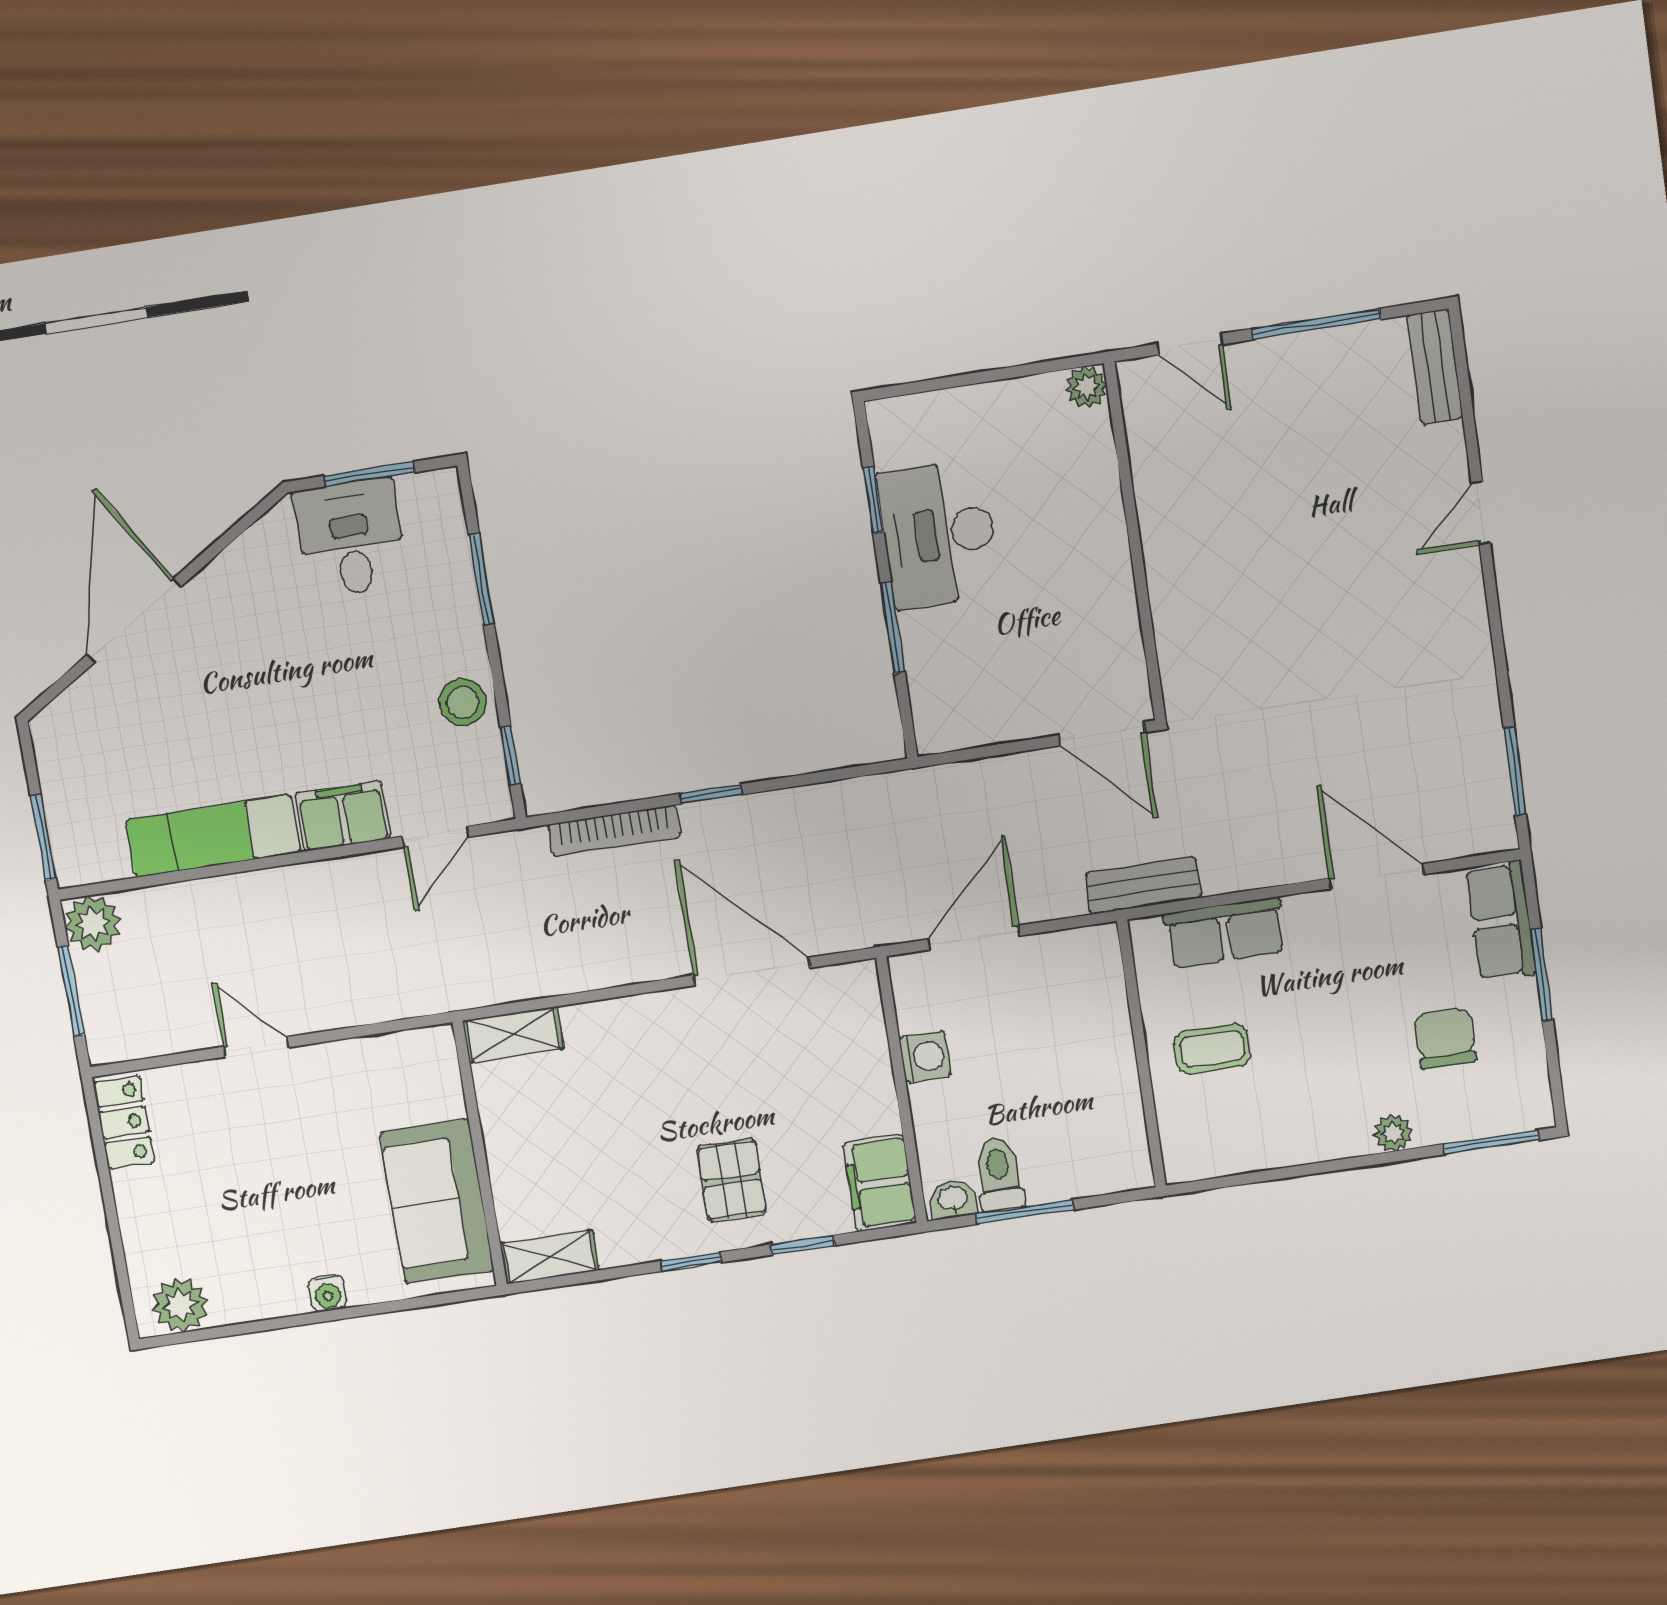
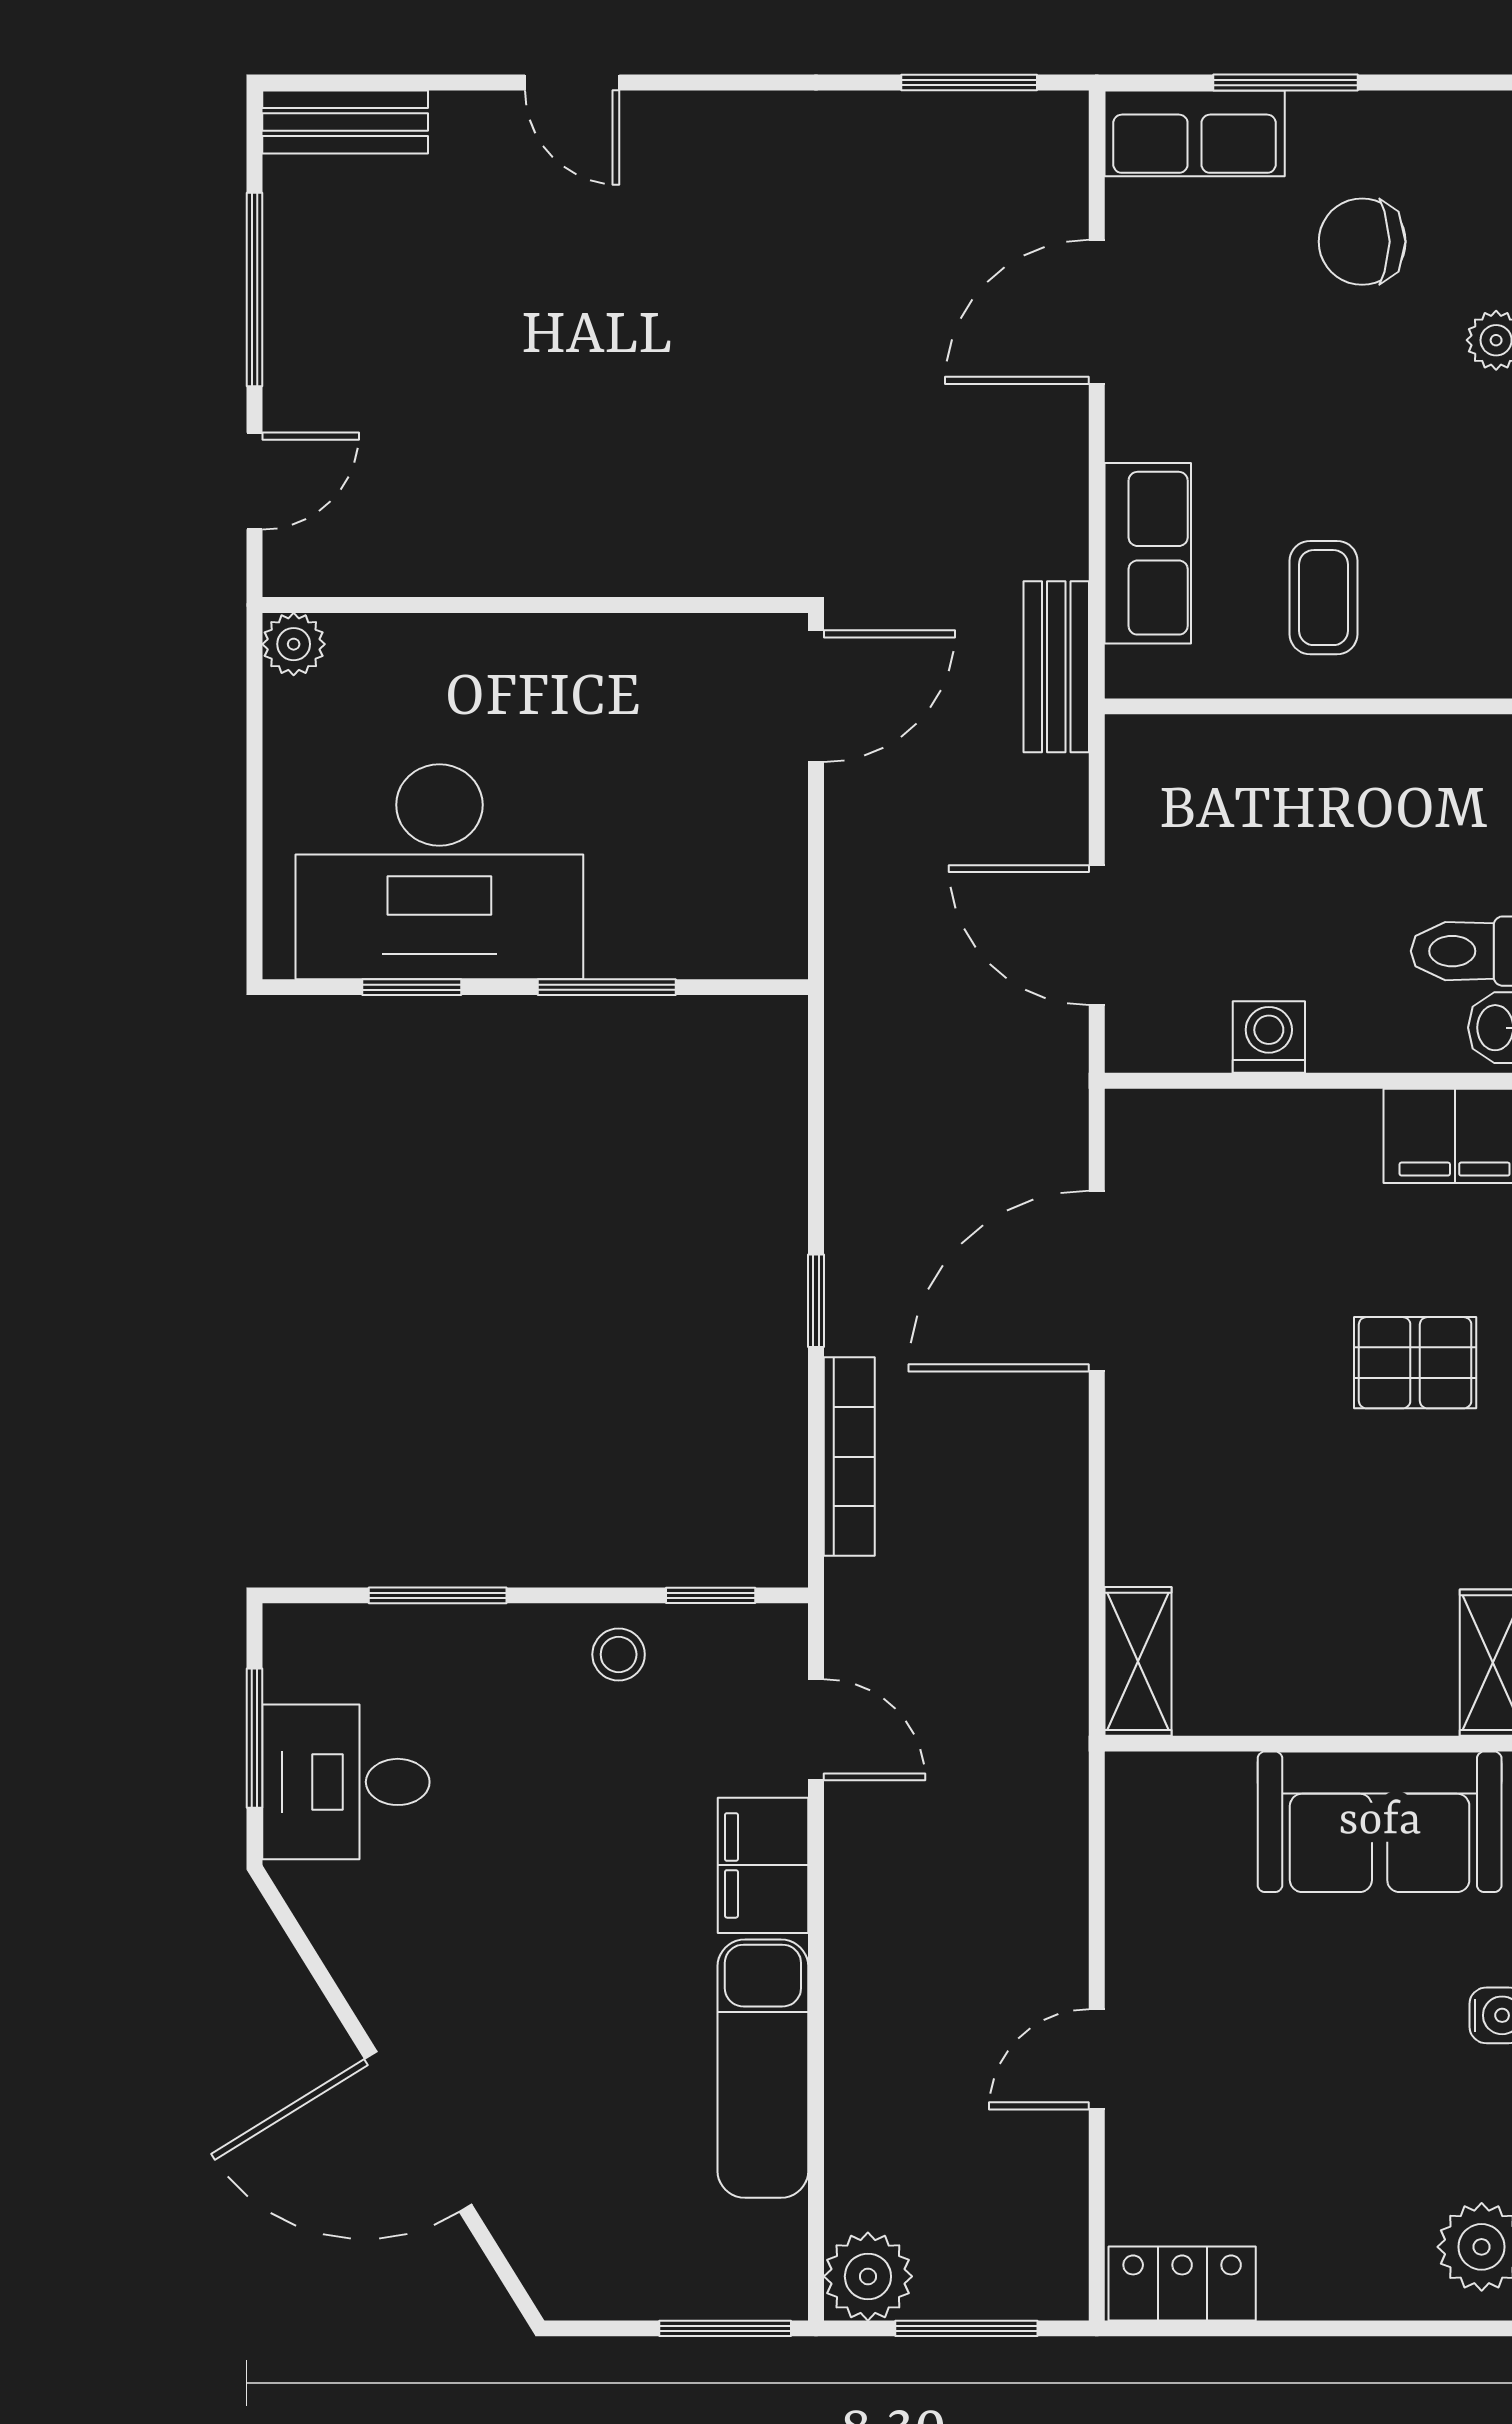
desk: (939, 534) -> (439, 872), width x1.36, depth x1.30
stool: (463, 702) -> (619, 1654), width x0.73, depth x0.73

